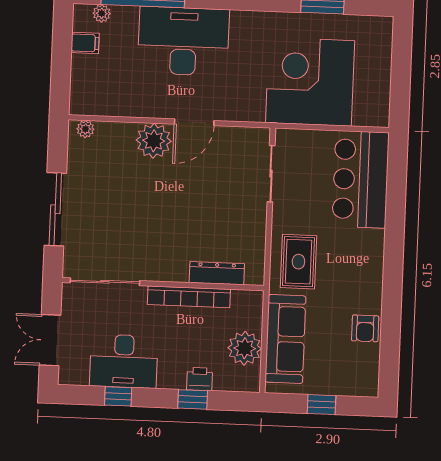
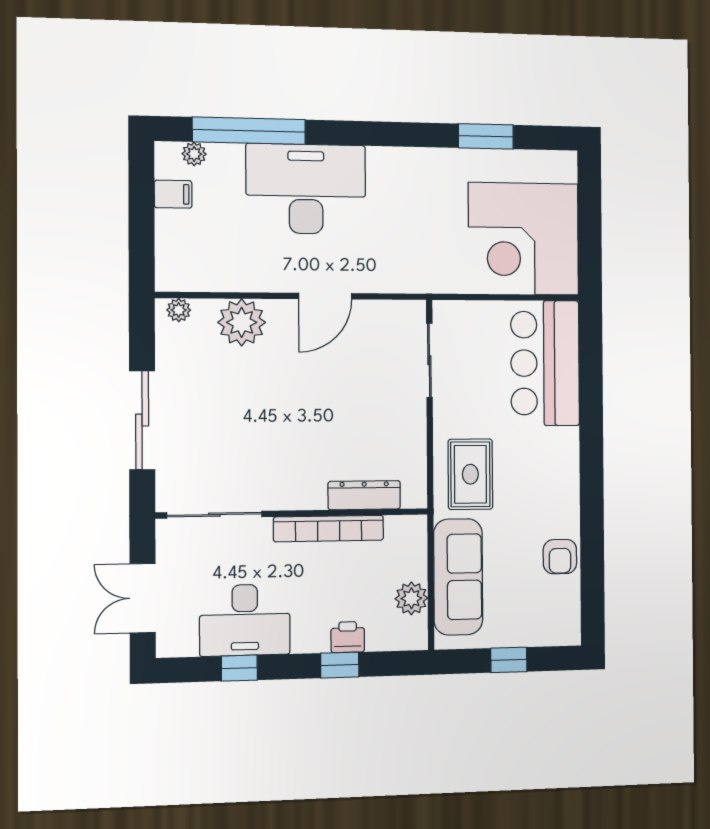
corner desk: (310, 82) -> (524, 239), moved, turned -90
plant: (154, 141) -> (242, 322), moved
plant: (245, 348) -> (411, 598), width x0.73, depth x0.73

